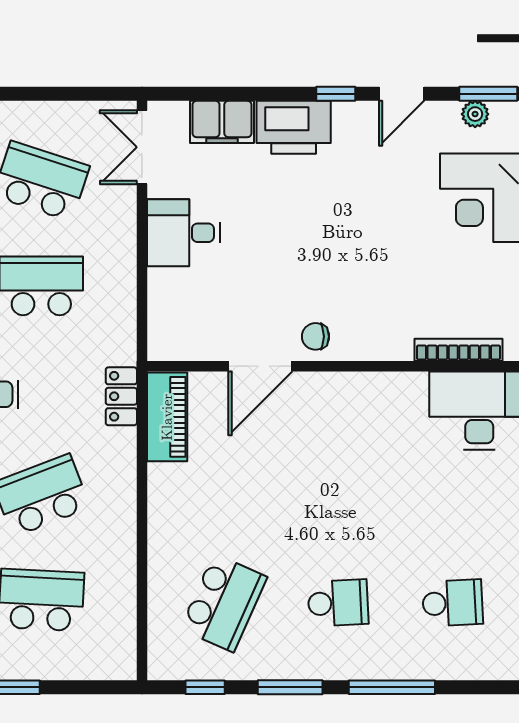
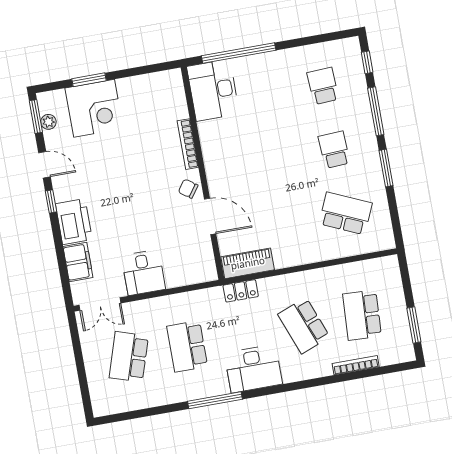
chair: (315, 336) -> (188, 189), turned 125
bookcase: (458, 350) -> (188, 144), moved
window: (205, 687) -> (367, 62), moved

